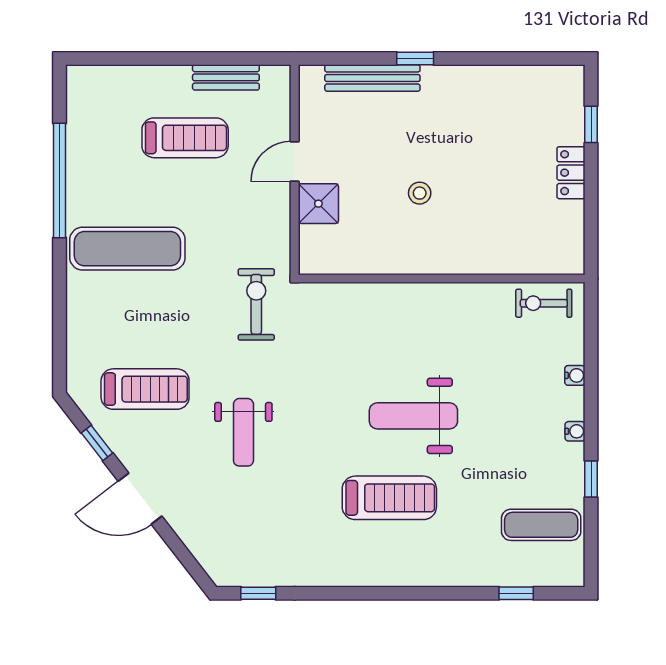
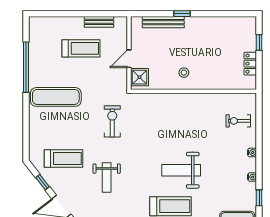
wall: (442, 278) -> (194, 91), moved

